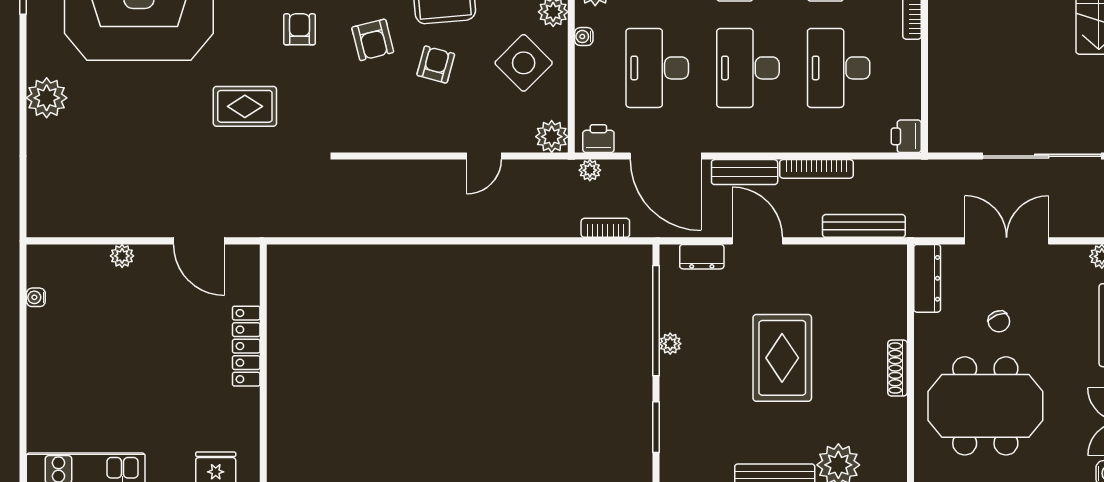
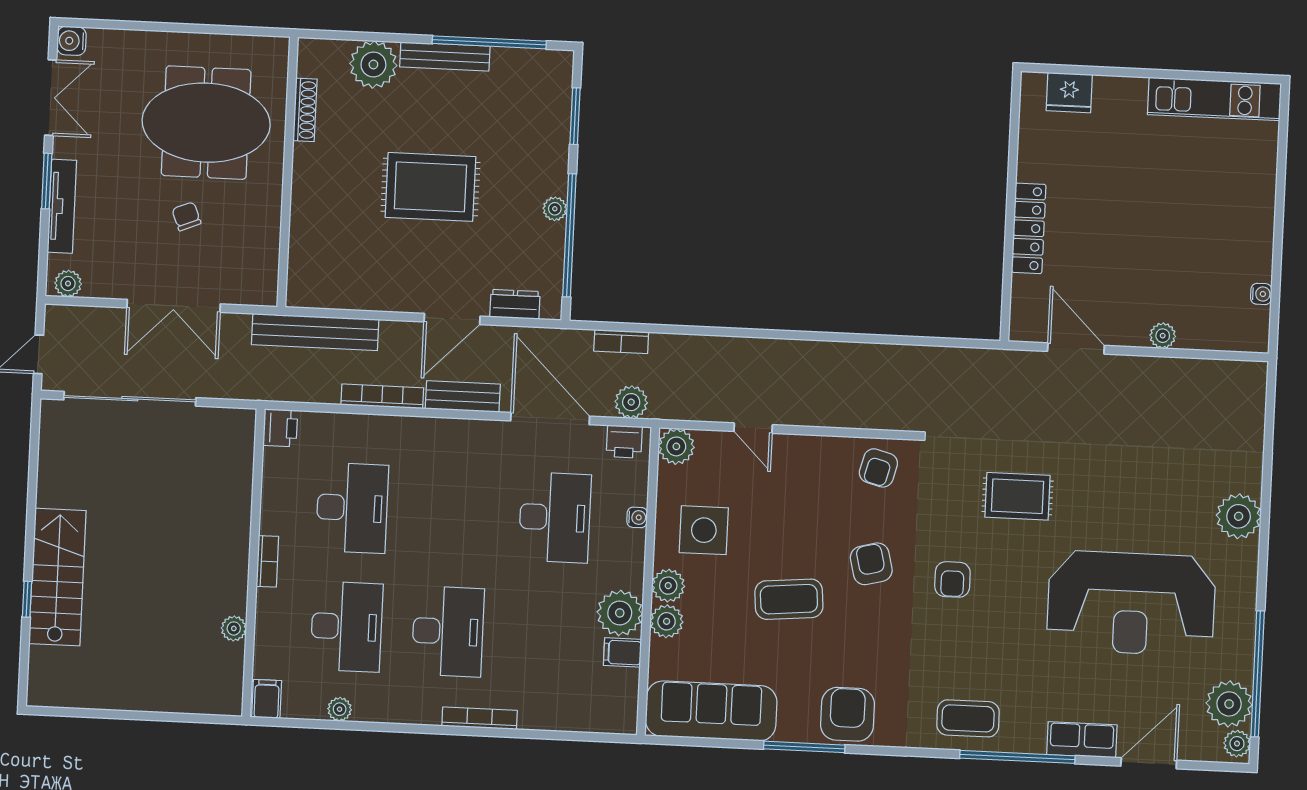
water cooler: (584, 37) -> (637, 517), moved
side table: (524, 63) -> (704, 530), turned 45
armchair: (436, 64) -> (878, 468), moved
desk: (748, 68) -> (453, 513), removed
door: (484, 156) -> (753, 428), swing flipped
plant: (590, 170) -> (631, 402), width x1.38, depth x1.38
bench: (864, 226) -> (315, 332), width x1.37, depth x1.21
door: (757, 241) -> (452, 319), hinge flipped
dresser: (927, 278) -> (264, 268), removed
rug: (782, 358) -> (430, 187), turned 90
shoe rack: (898, 368) -> (305, 110), moved

